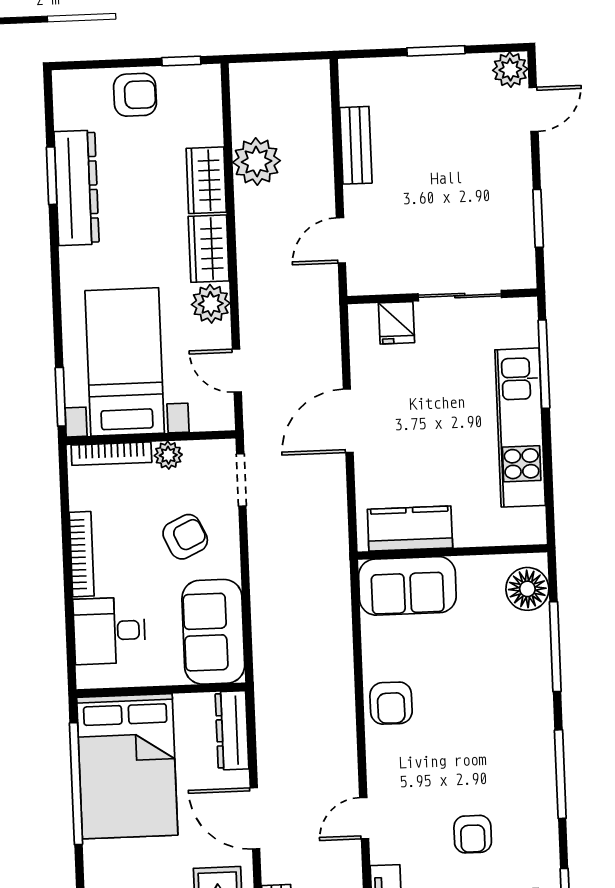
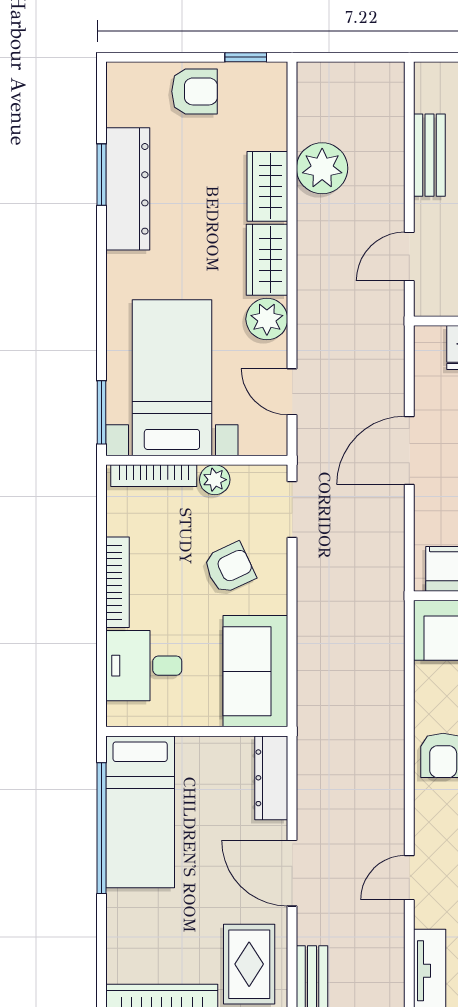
bed: (127, 766) -> (140, 812), width x0.67

